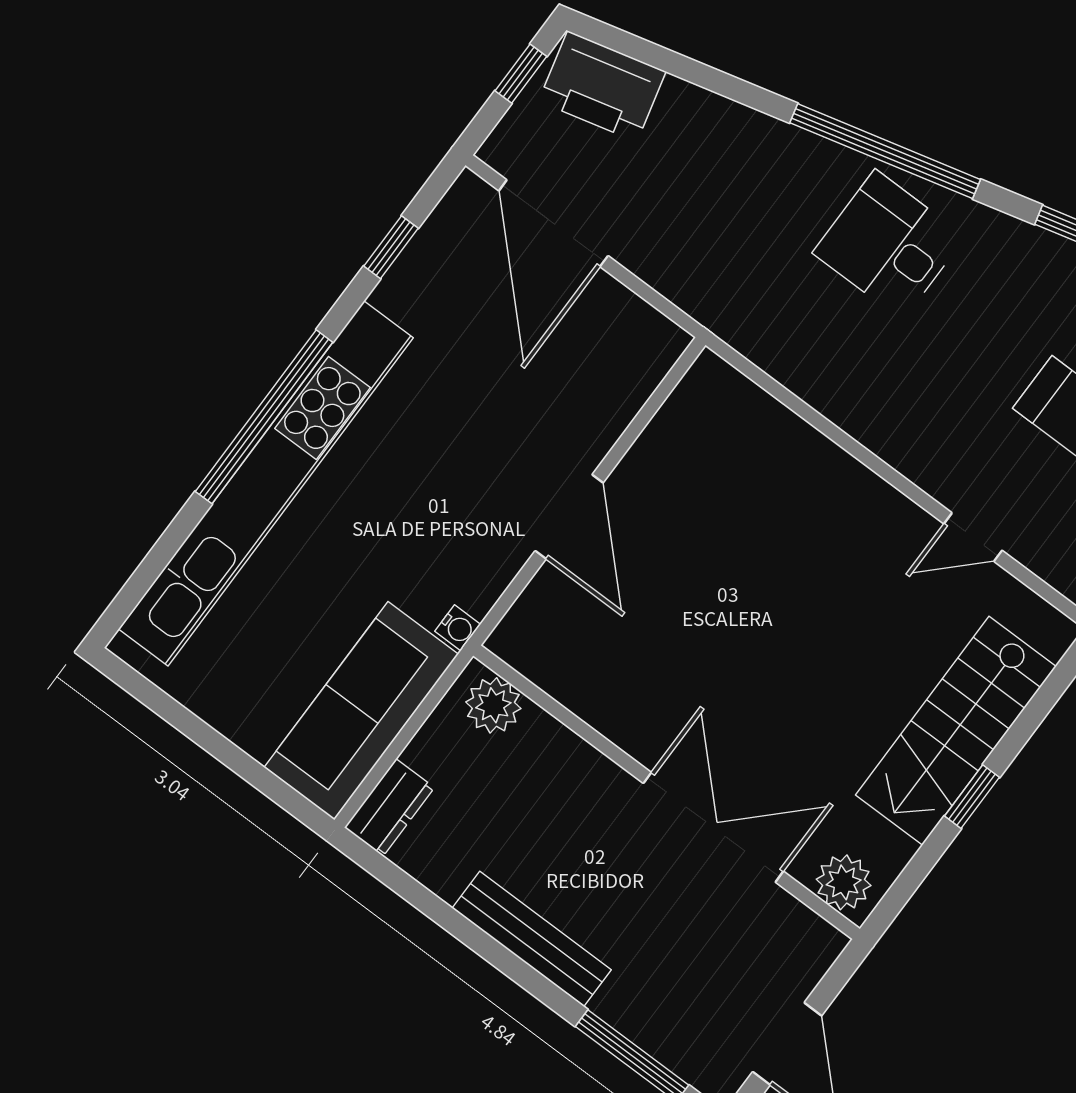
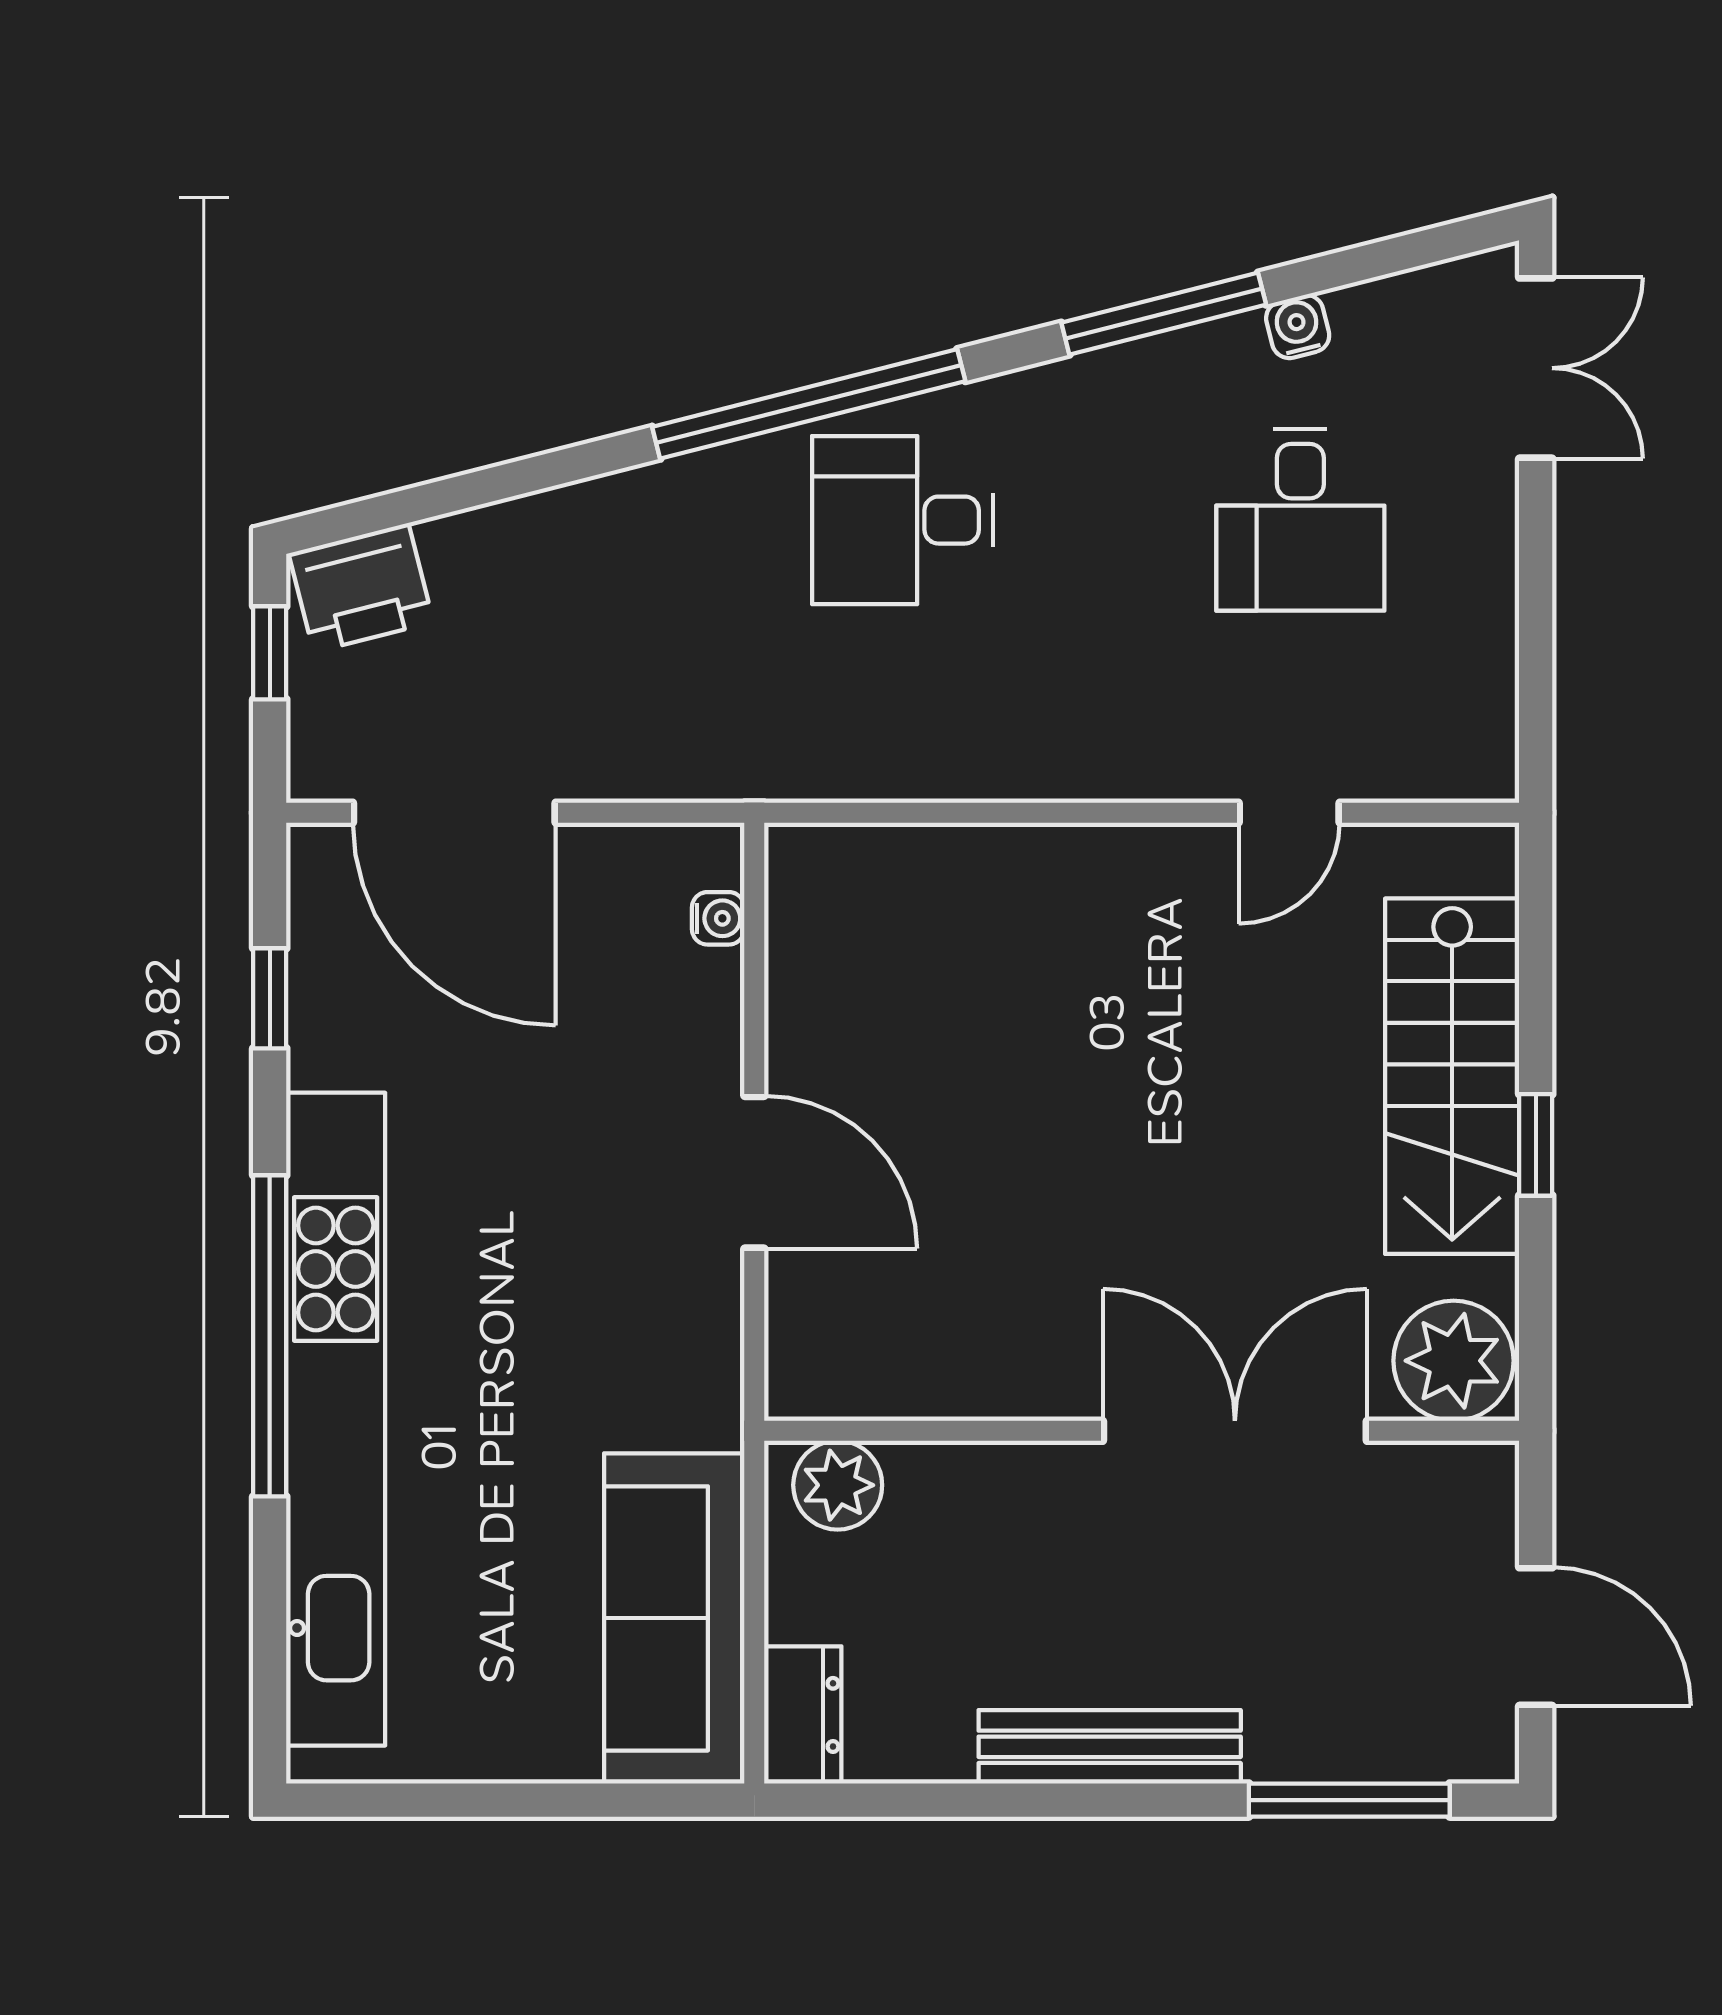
printer: (602, 86) -> (361, 588), width x0.73, depth x0.84
water cooler: (458, 628) -> (718, 918), moved
plant: (844, 882) -> (1454, 1361), width x1.36, depth x1.36

